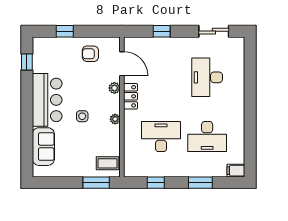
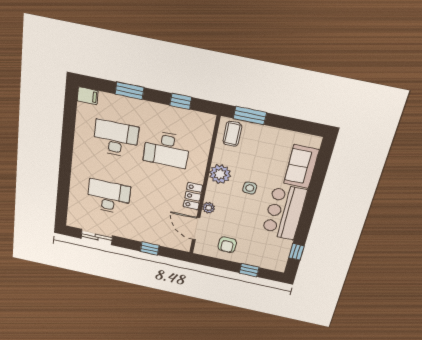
armchair: (90, 54) -> (227, 245), turned 90
desk: (207, 77) -> (109, 197), turned -90
plant: (115, 119) -> (220, 174), width x1.88, depth x1.88
coffee table: (107, 163) -> (232, 134), turned 90

